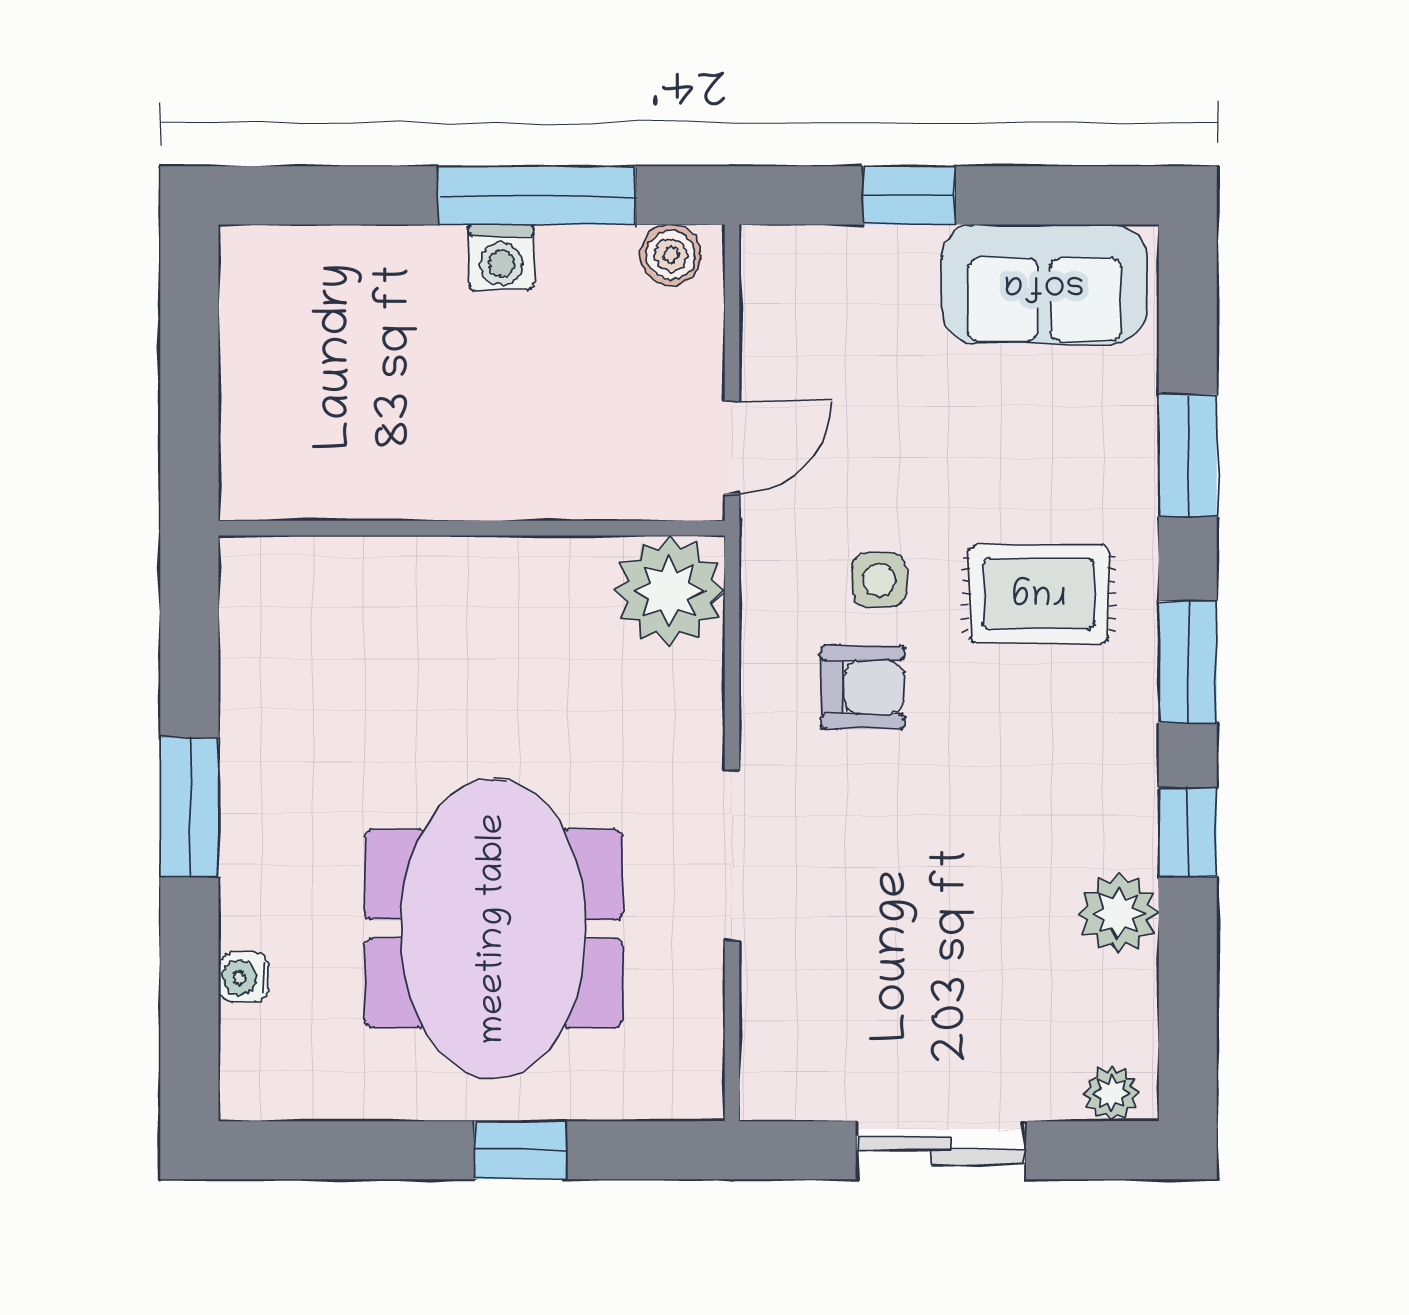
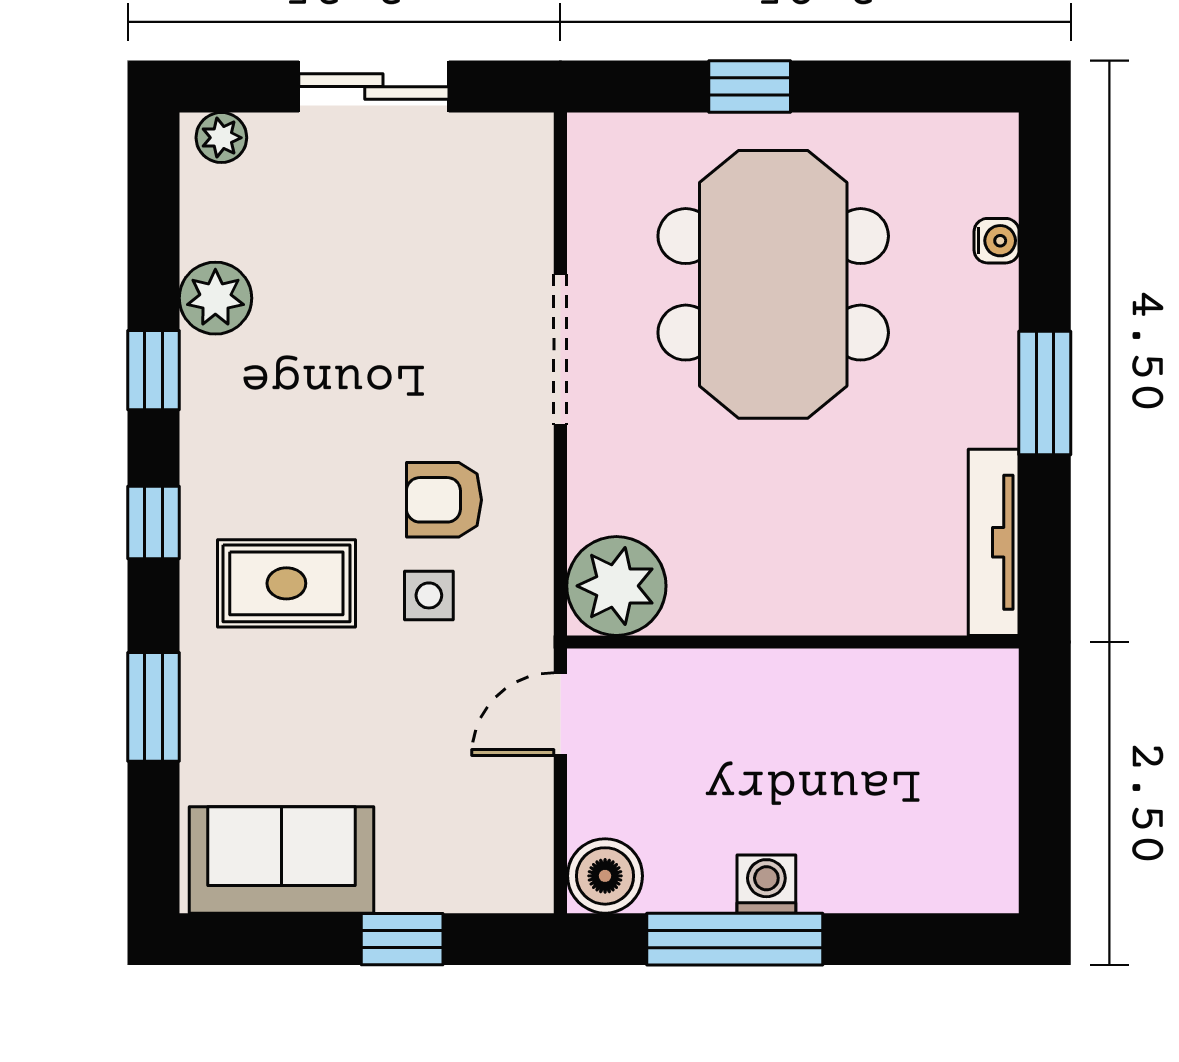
boiler: (671, 255) -> (605, 876), width x1.36, depth x1.36
tv unit: (247, 640) -> (994, 542), added
window: (1188, 662) -> (153, 523), width x0.67

